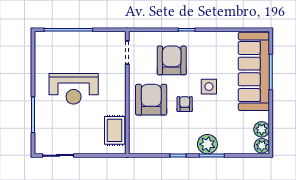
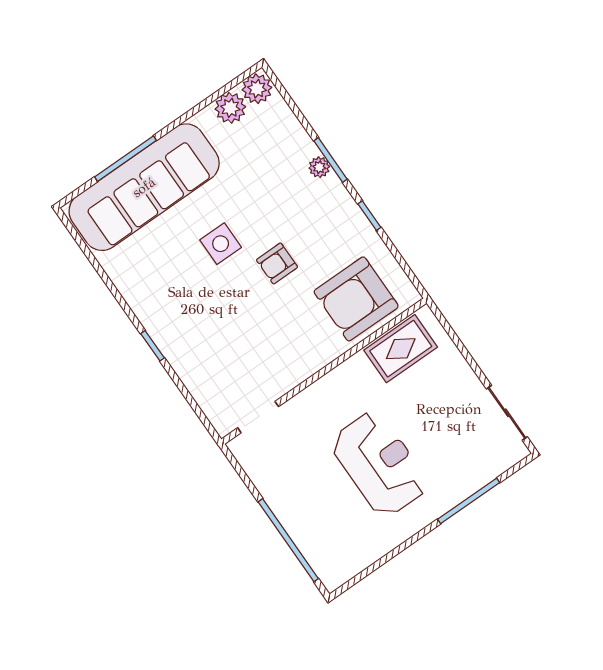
armchair: (172, 60) -> (220, 335), removed
armchair: (151, 100) -> (356, 299), moved
plant: (207, 144) -> (319, 167), width x0.53, depth x0.53

